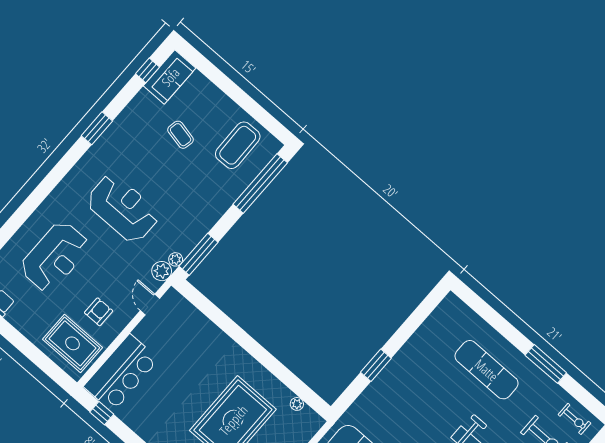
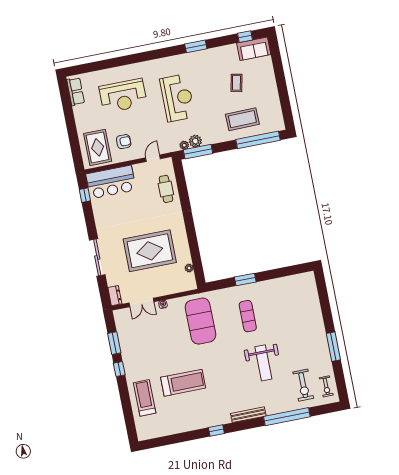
coffee table: (238, 145) -> (242, 119), moved
plant: (162, 271) -> (195, 141), moved
cafe table: (194, 330) -> (166, 189), added
exercise mat: (487, 370) -> (248, 316), moved, width x0.73, depth x0.69

